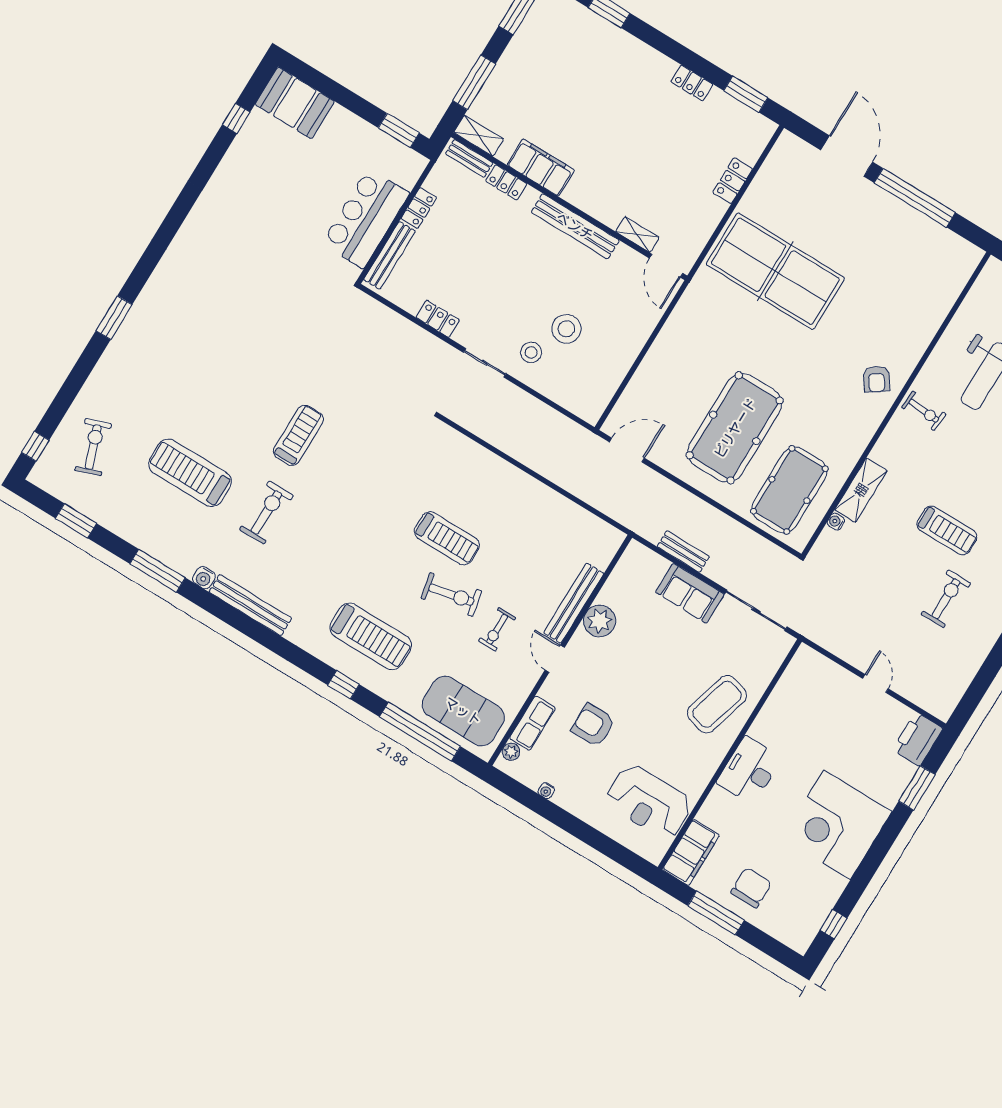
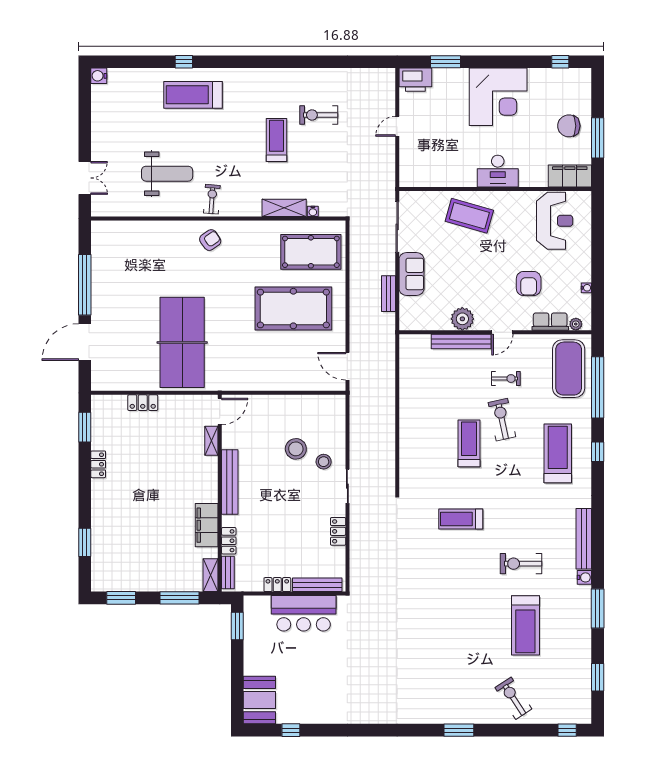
treadmill: (298, 435) -> (461, 519), moved
exercise bike: (93, 447) -> (513, 698), moved, turned 77

